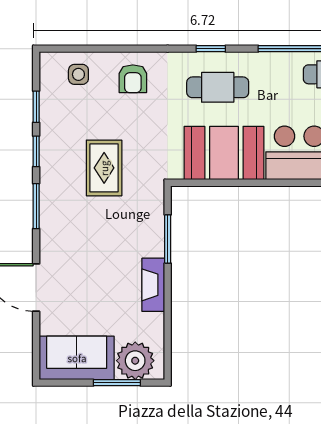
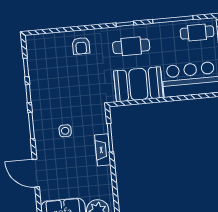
side table: (78, 74) -> (65, 131), moved
rug: (104, 168) -> (69, 100), removed
fireplace: (153, 285) -> (103, 150), moved

